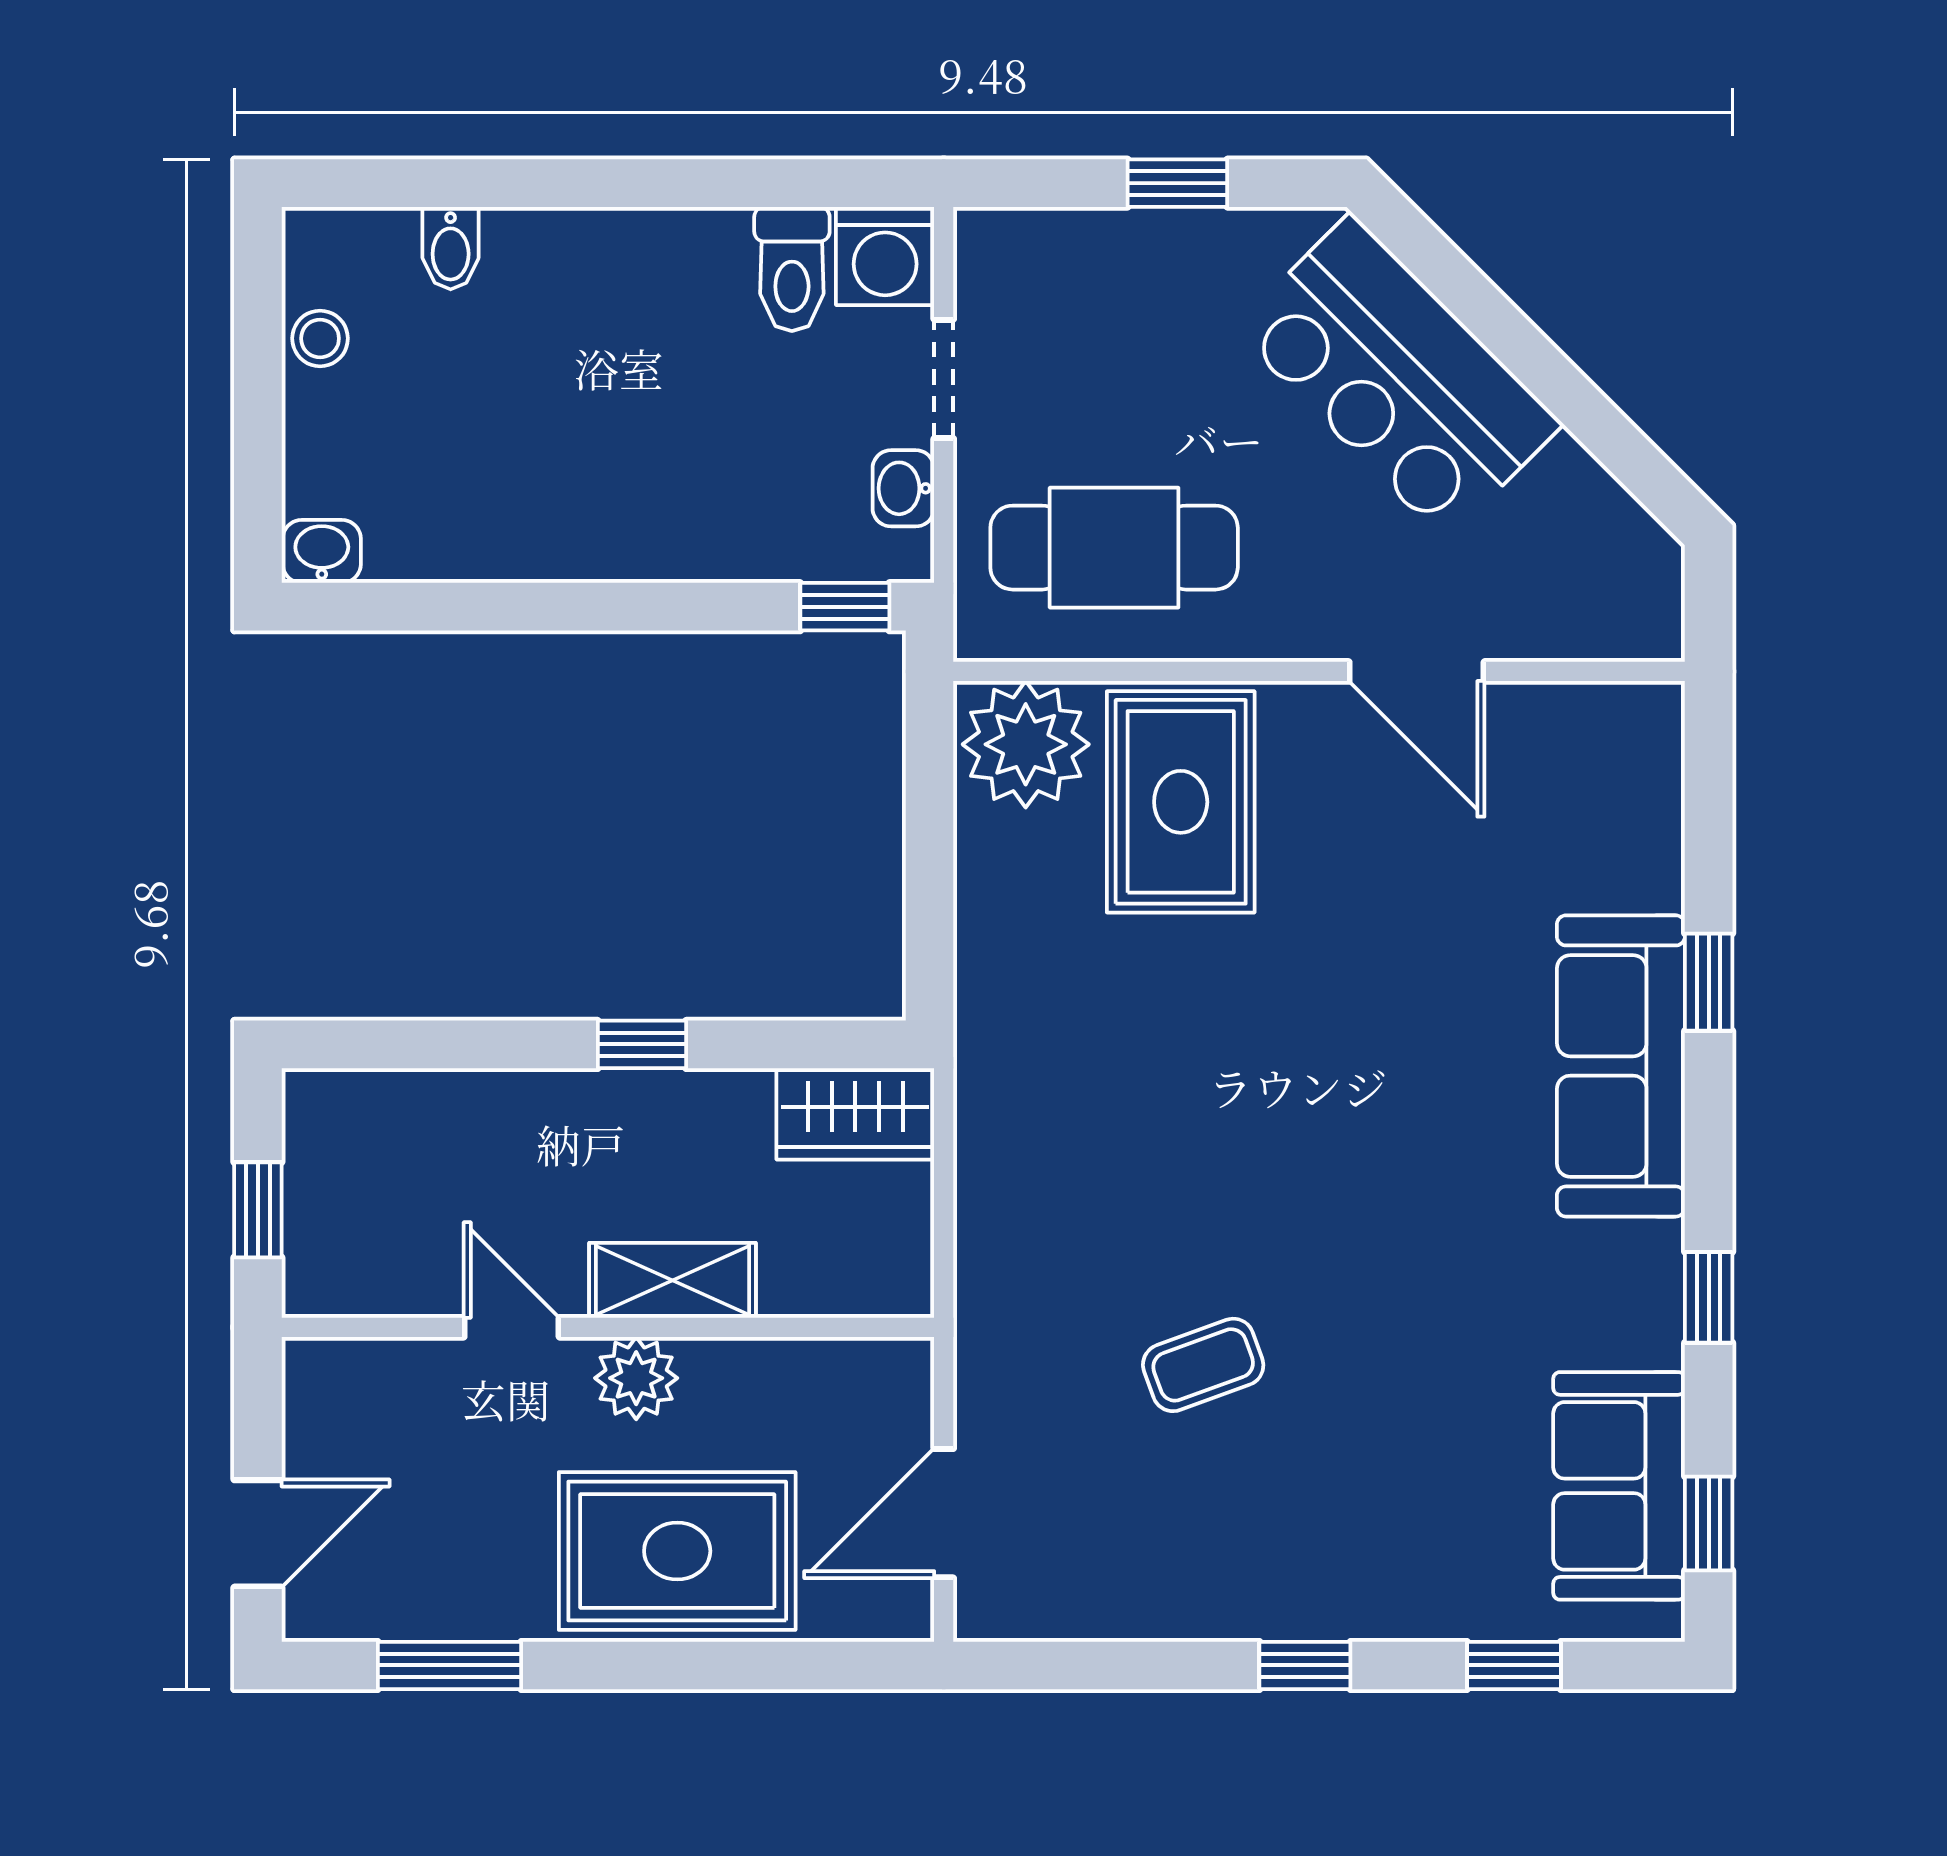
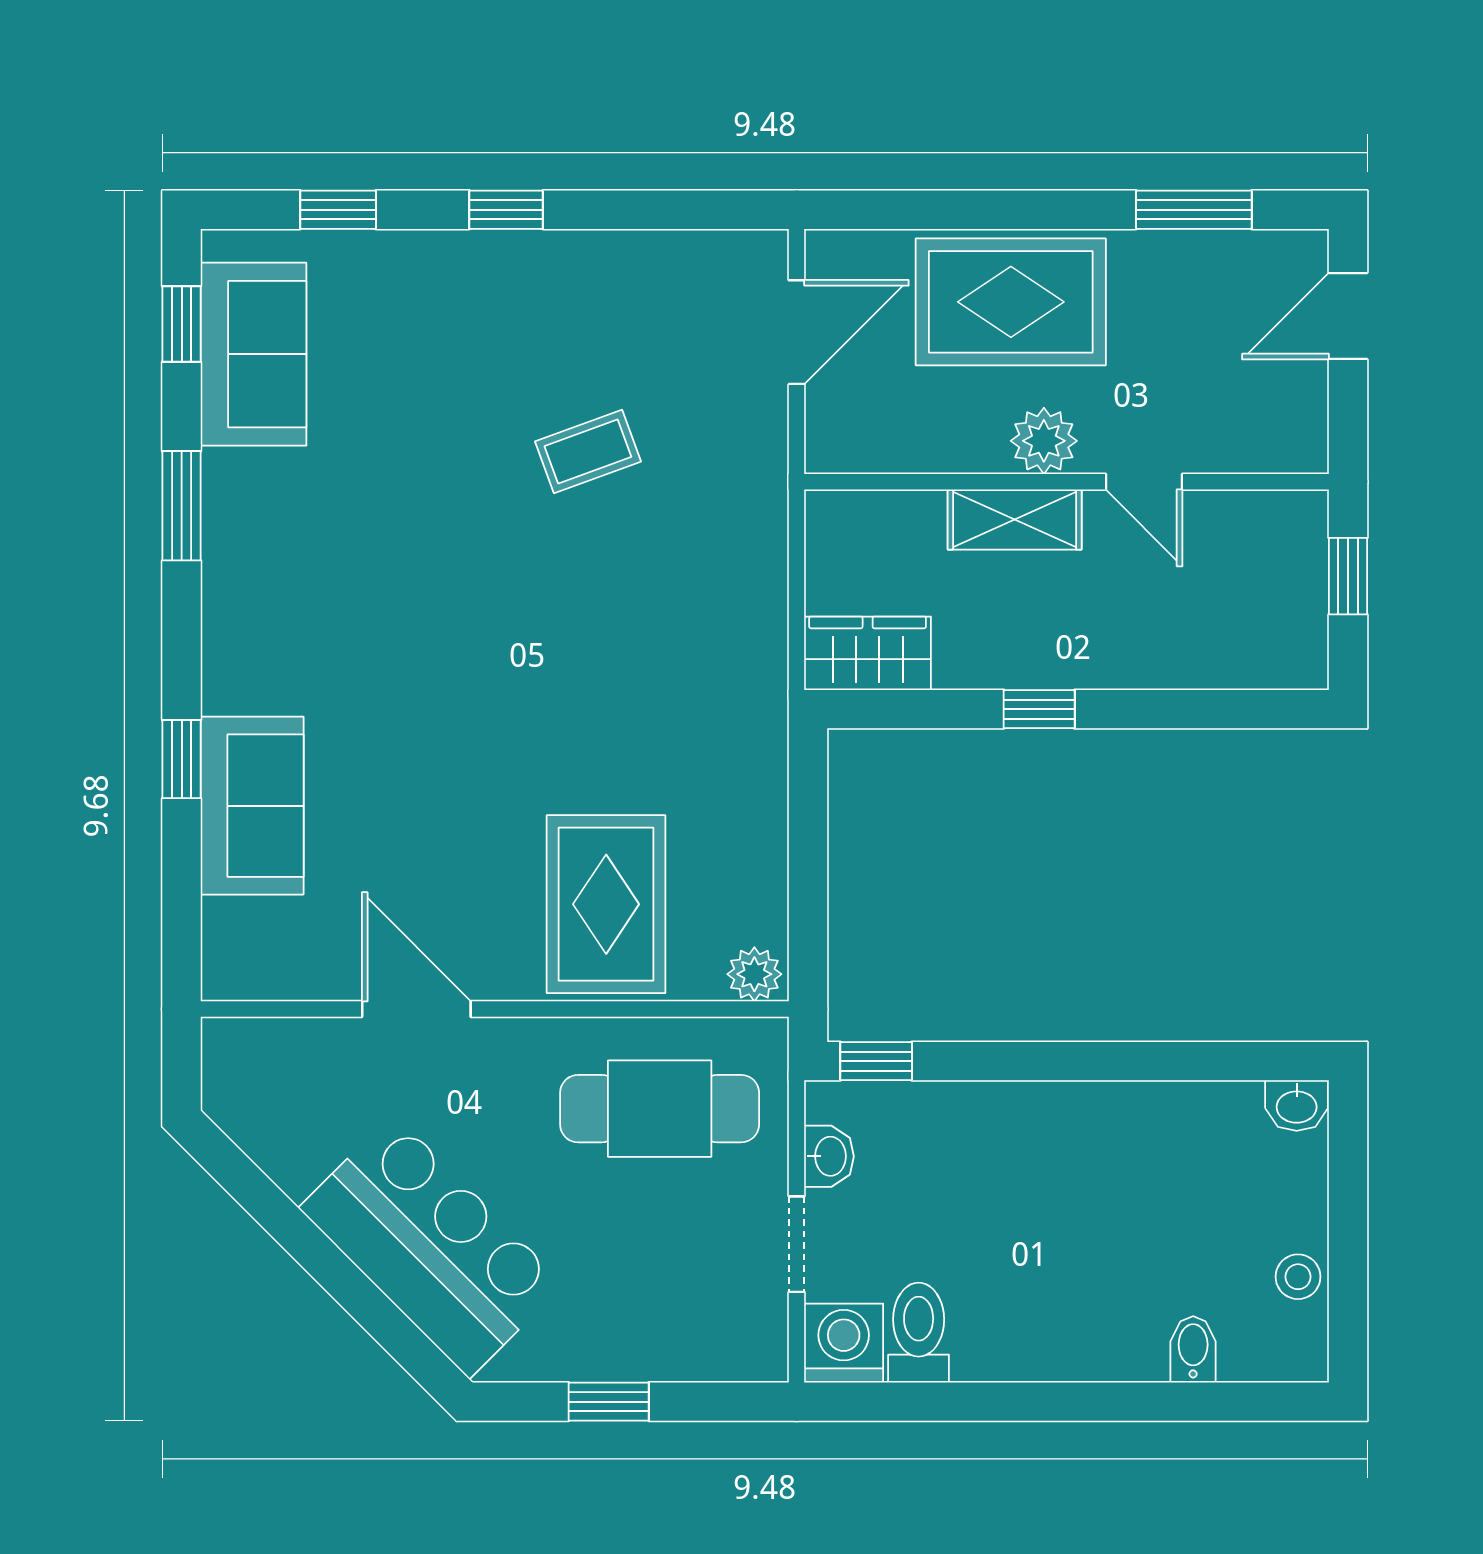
plant: (1026, 744) -> (754, 974), width x0.53, depth x0.53
sofa: (1621, 1066) -> (252, 806), moved, width x0.73
window: (1709, 1297) -> (182, 506), width x1.50

